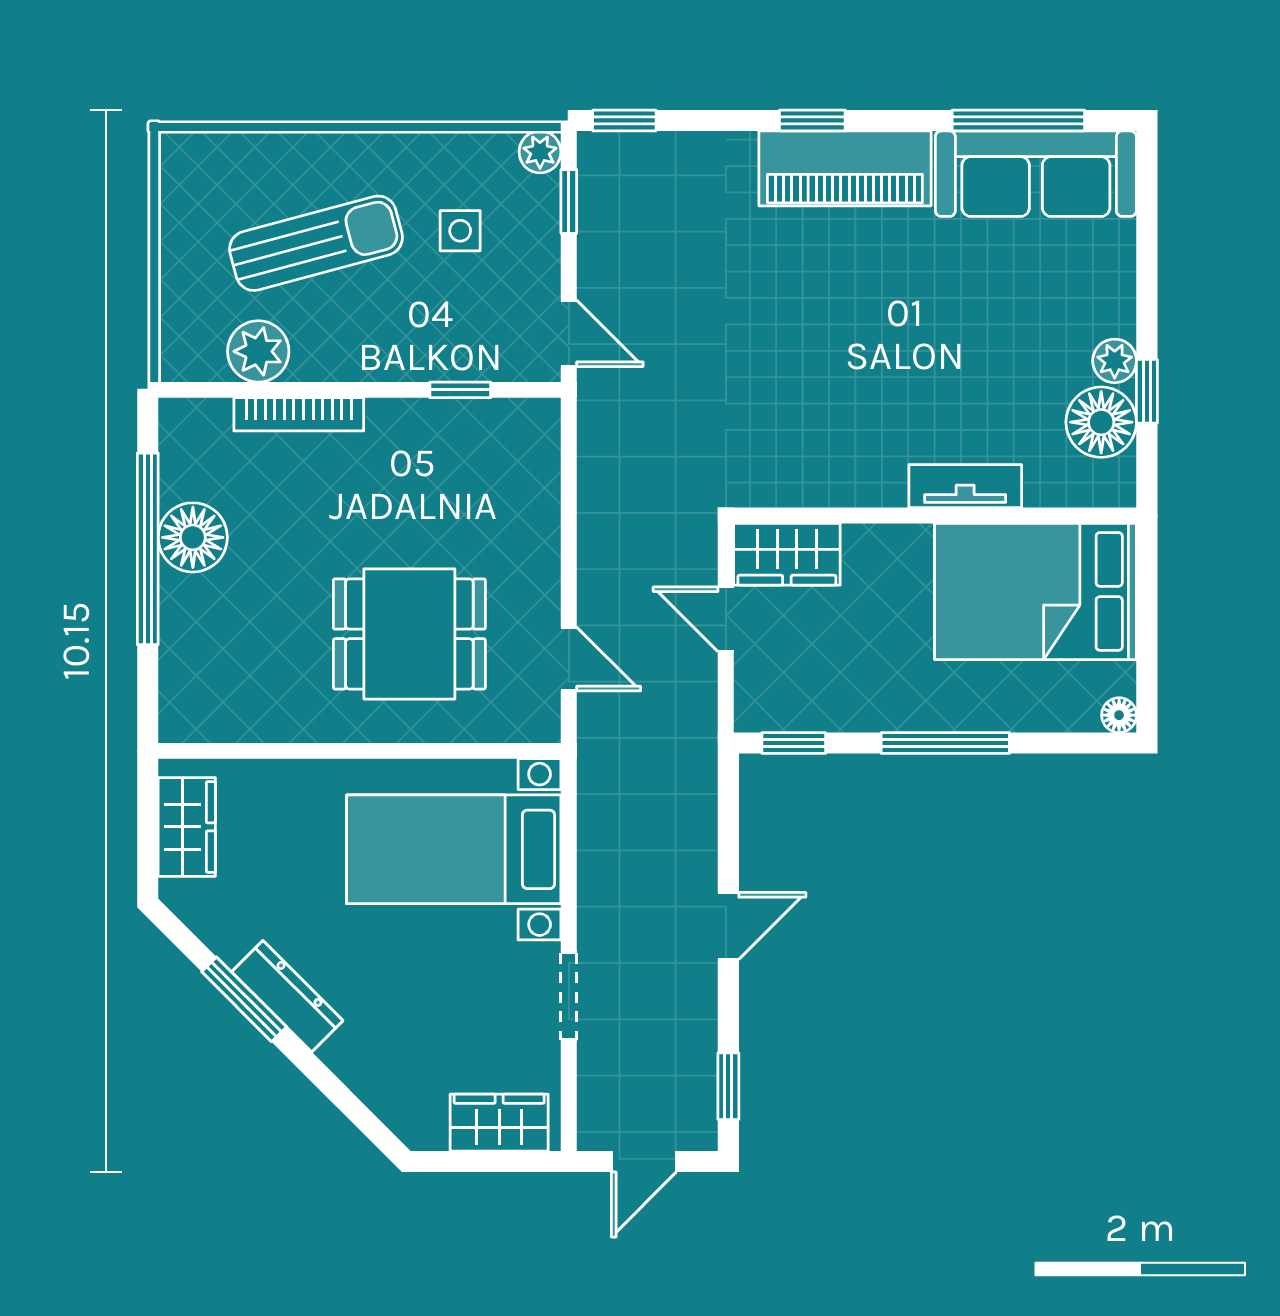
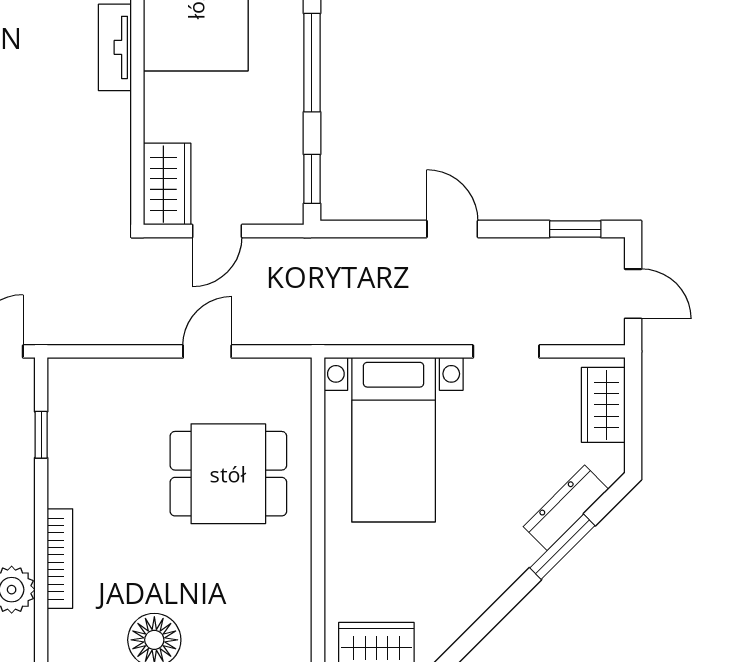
dining table: (409, 634) -> (228, 474), turned 90
door: (569, 659) -> (207, 351), moved
dresser: (287, 996) -> (566, 508), moved
window: (244, 999) -> (562, 547), moved

